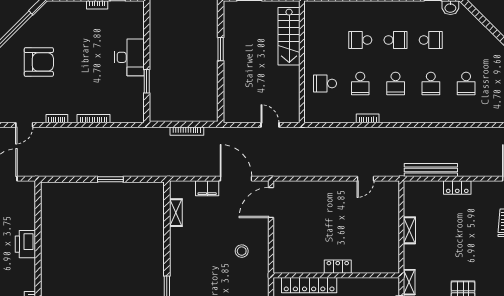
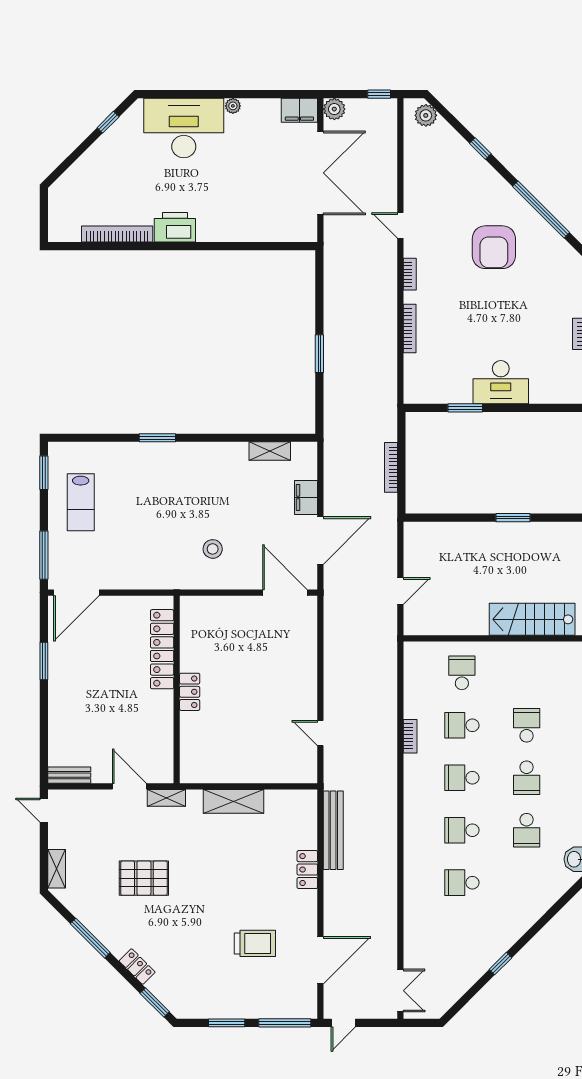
shelving: (409, 230) -> (234, 801), width x1.50, depth x1.33
printer: (25, 244) -> (175, 227), moved

